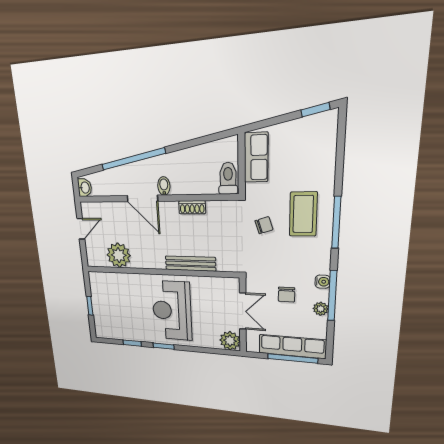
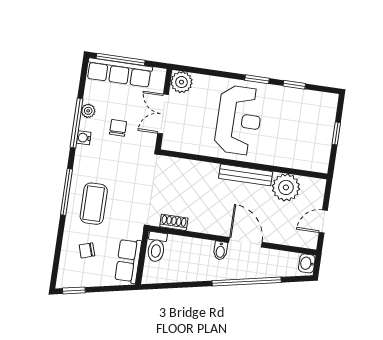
shoe rack: (192, 207) -> (174, 222), moved
chair: (264, 225) -> (87, 250), moved
bench: (190, 263) -> (246, 175), moved

